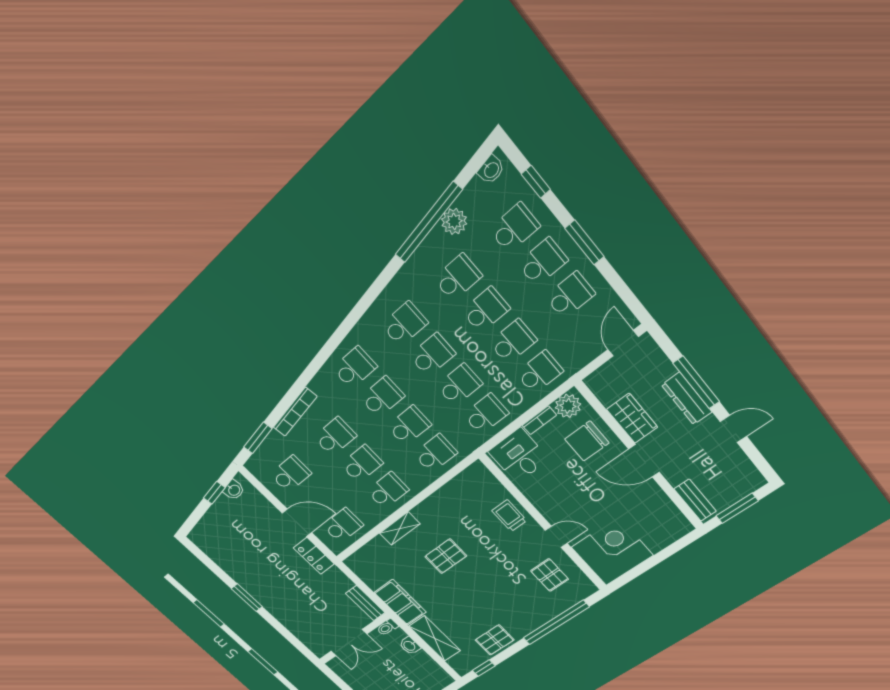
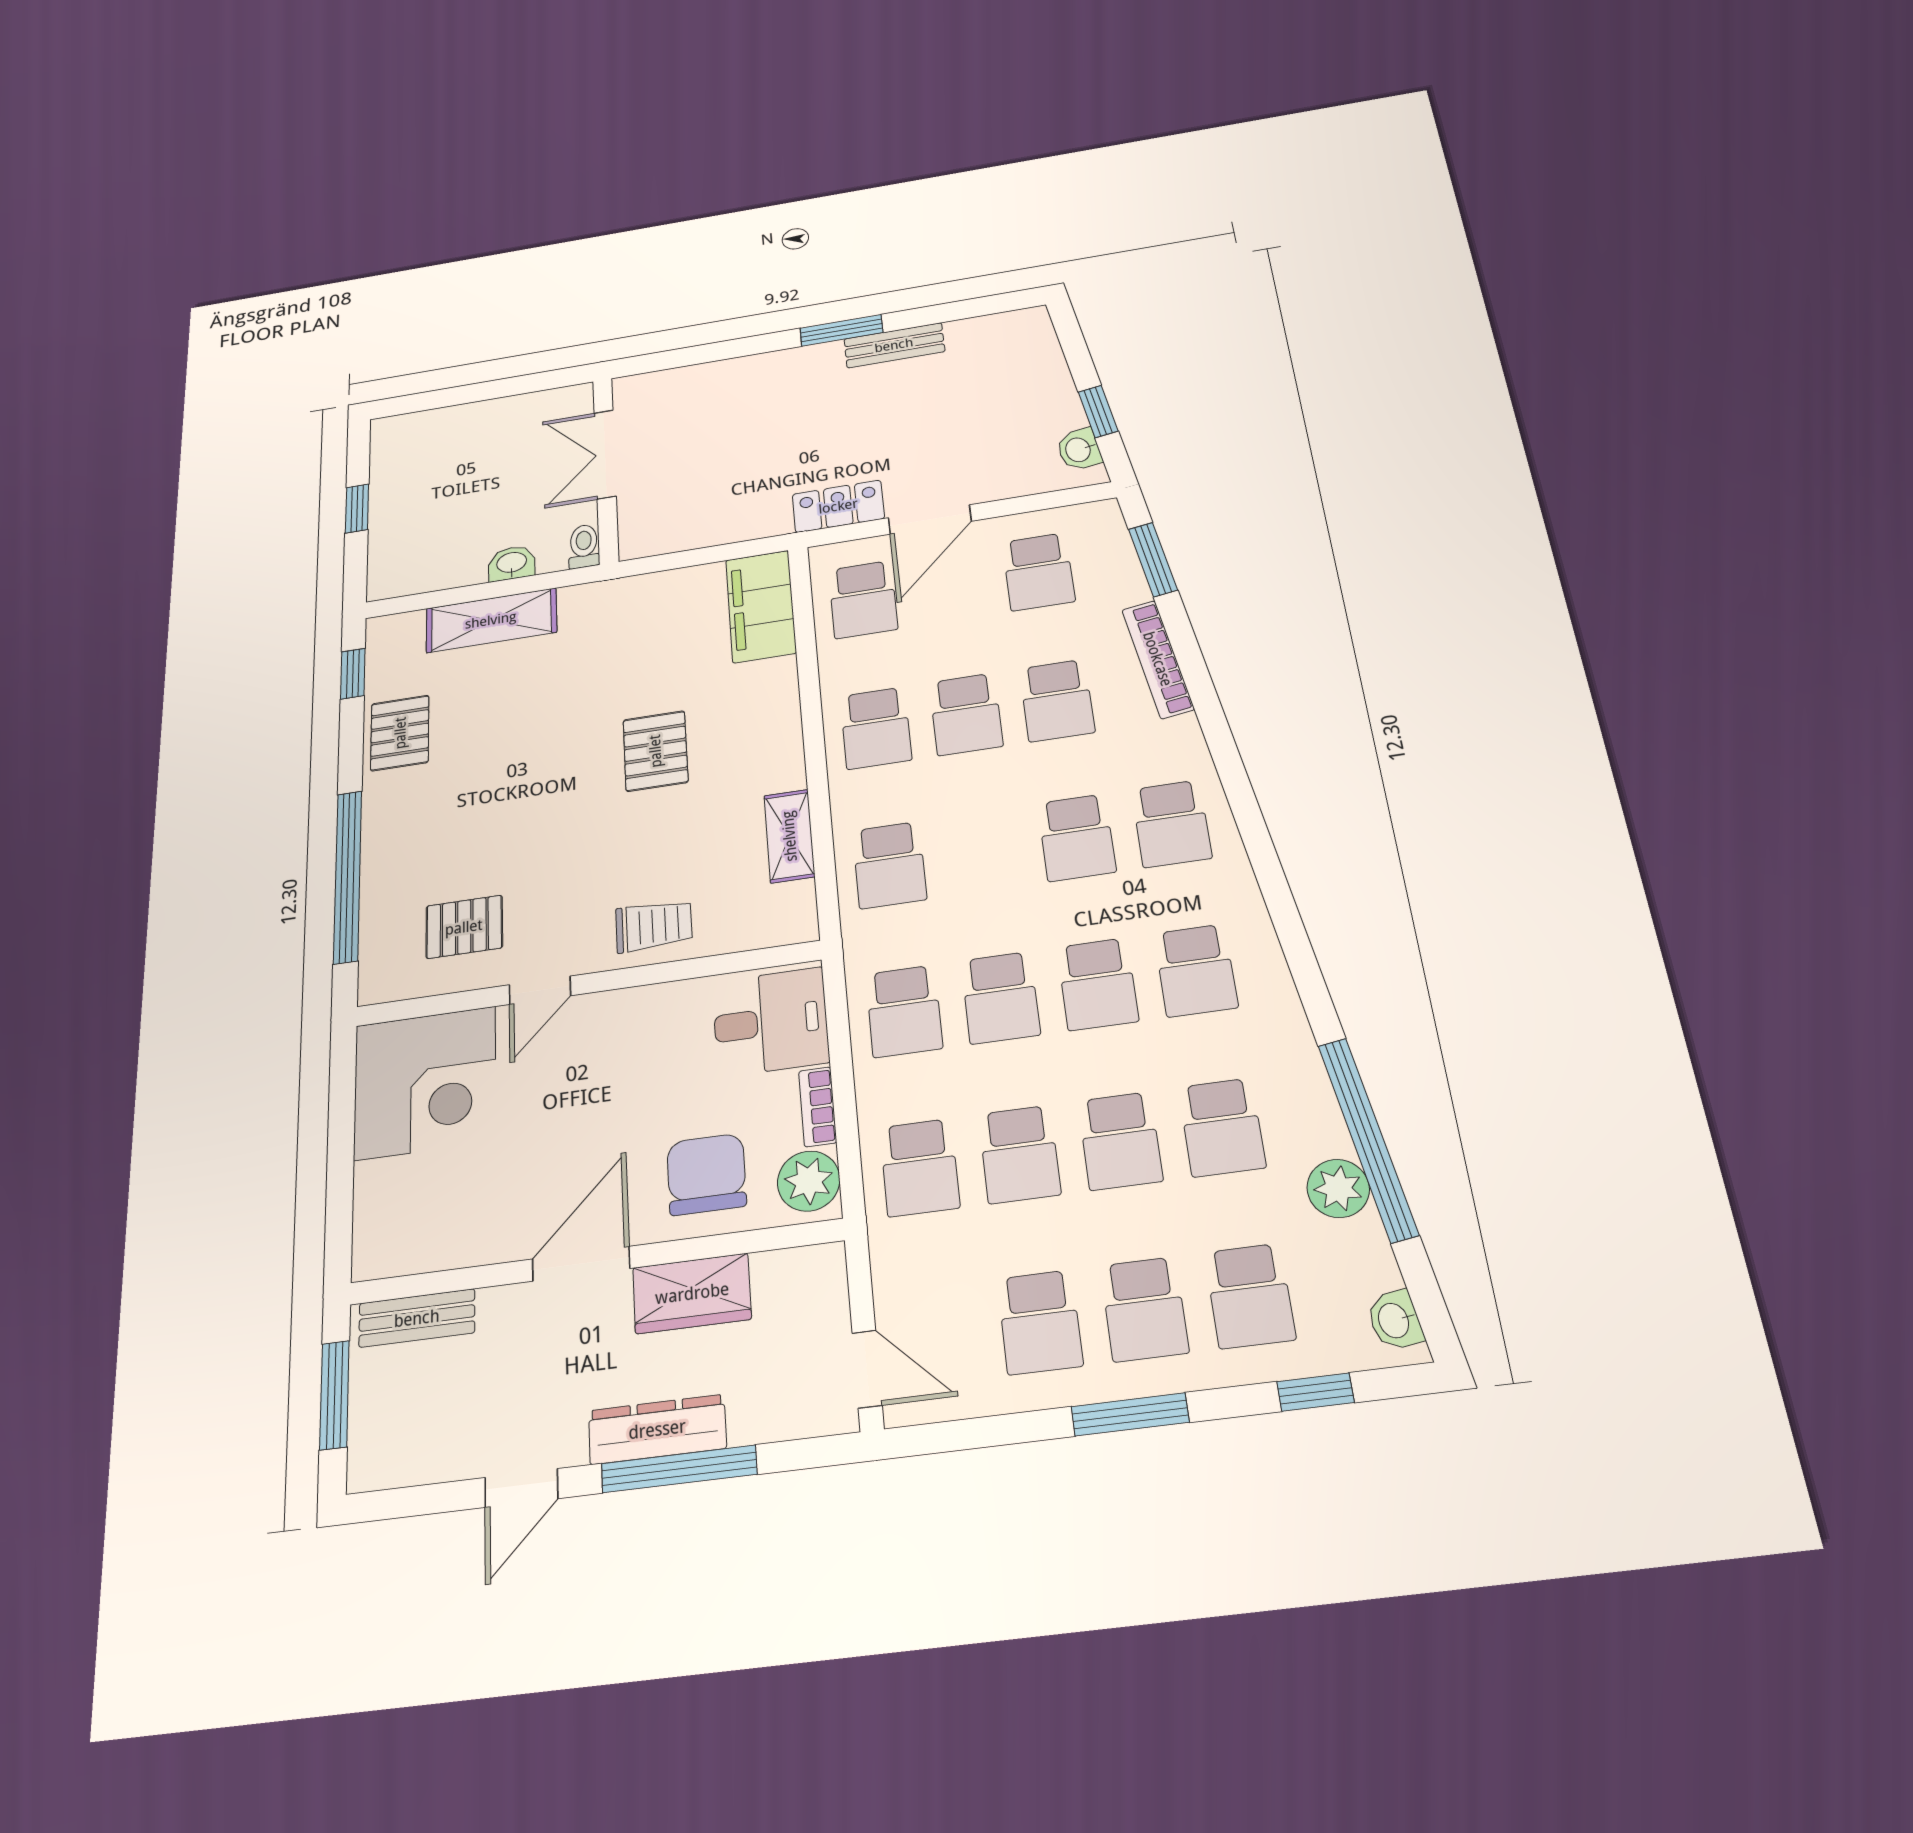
school desk: (409, 425) -> (983, 851), removed
shelving: (400, 528) -> (789, 836), moved
filing cabinet: (400, 602) -> (761, 606), moved, turned 90
bench: (365, 603) -> (894, 345), moved

